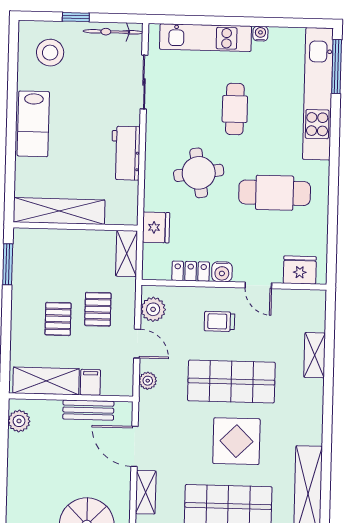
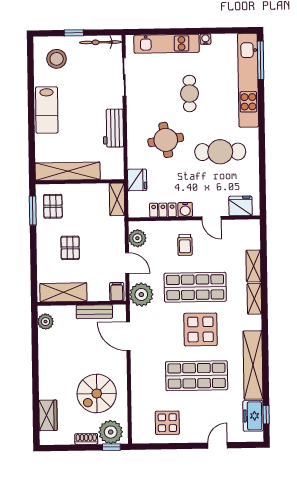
pallet: (98, 309) -> (53, 206), moved
trolley: (219, 321) -> (185, 245), turned -90
plant: (148, 381) -> (141, 295), width x1.88, depth x1.88
filing cabinet: (90, 382) -> (117, 292), moved
shelving: (146, 492) -> (254, 299), moved

